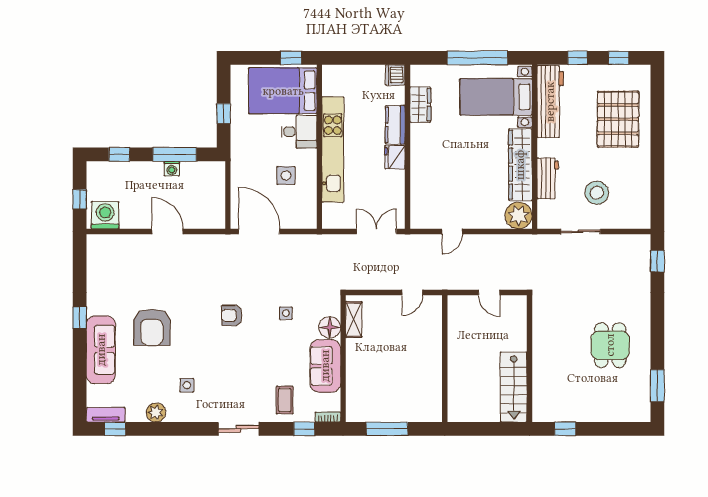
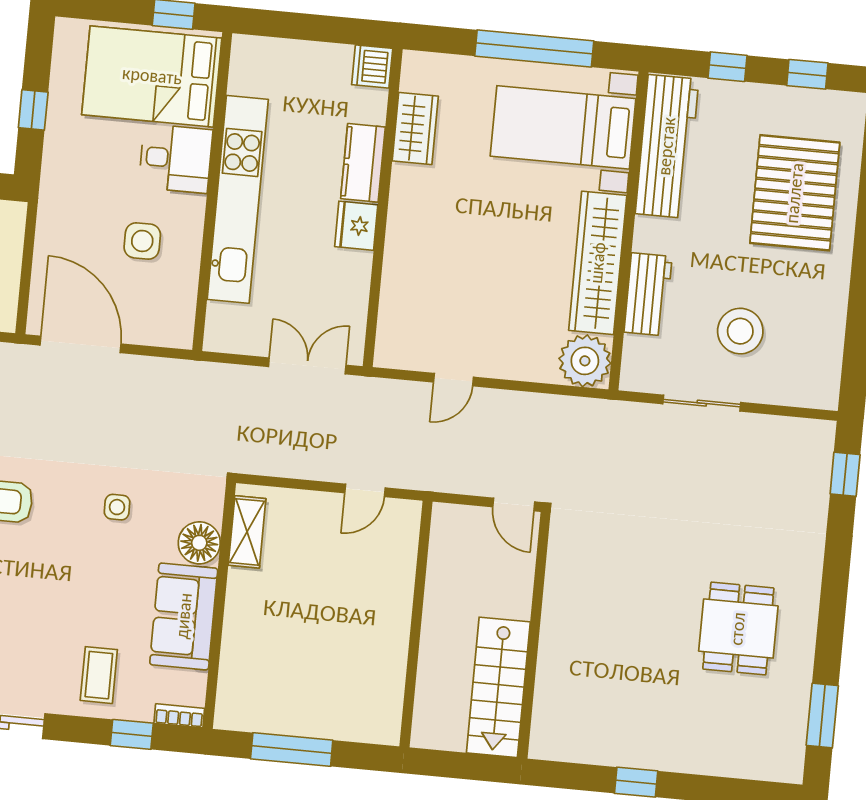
wall: (529, 359) -> (534, 635), moved
stairs: (514, 387) -> (498, 687), moved

